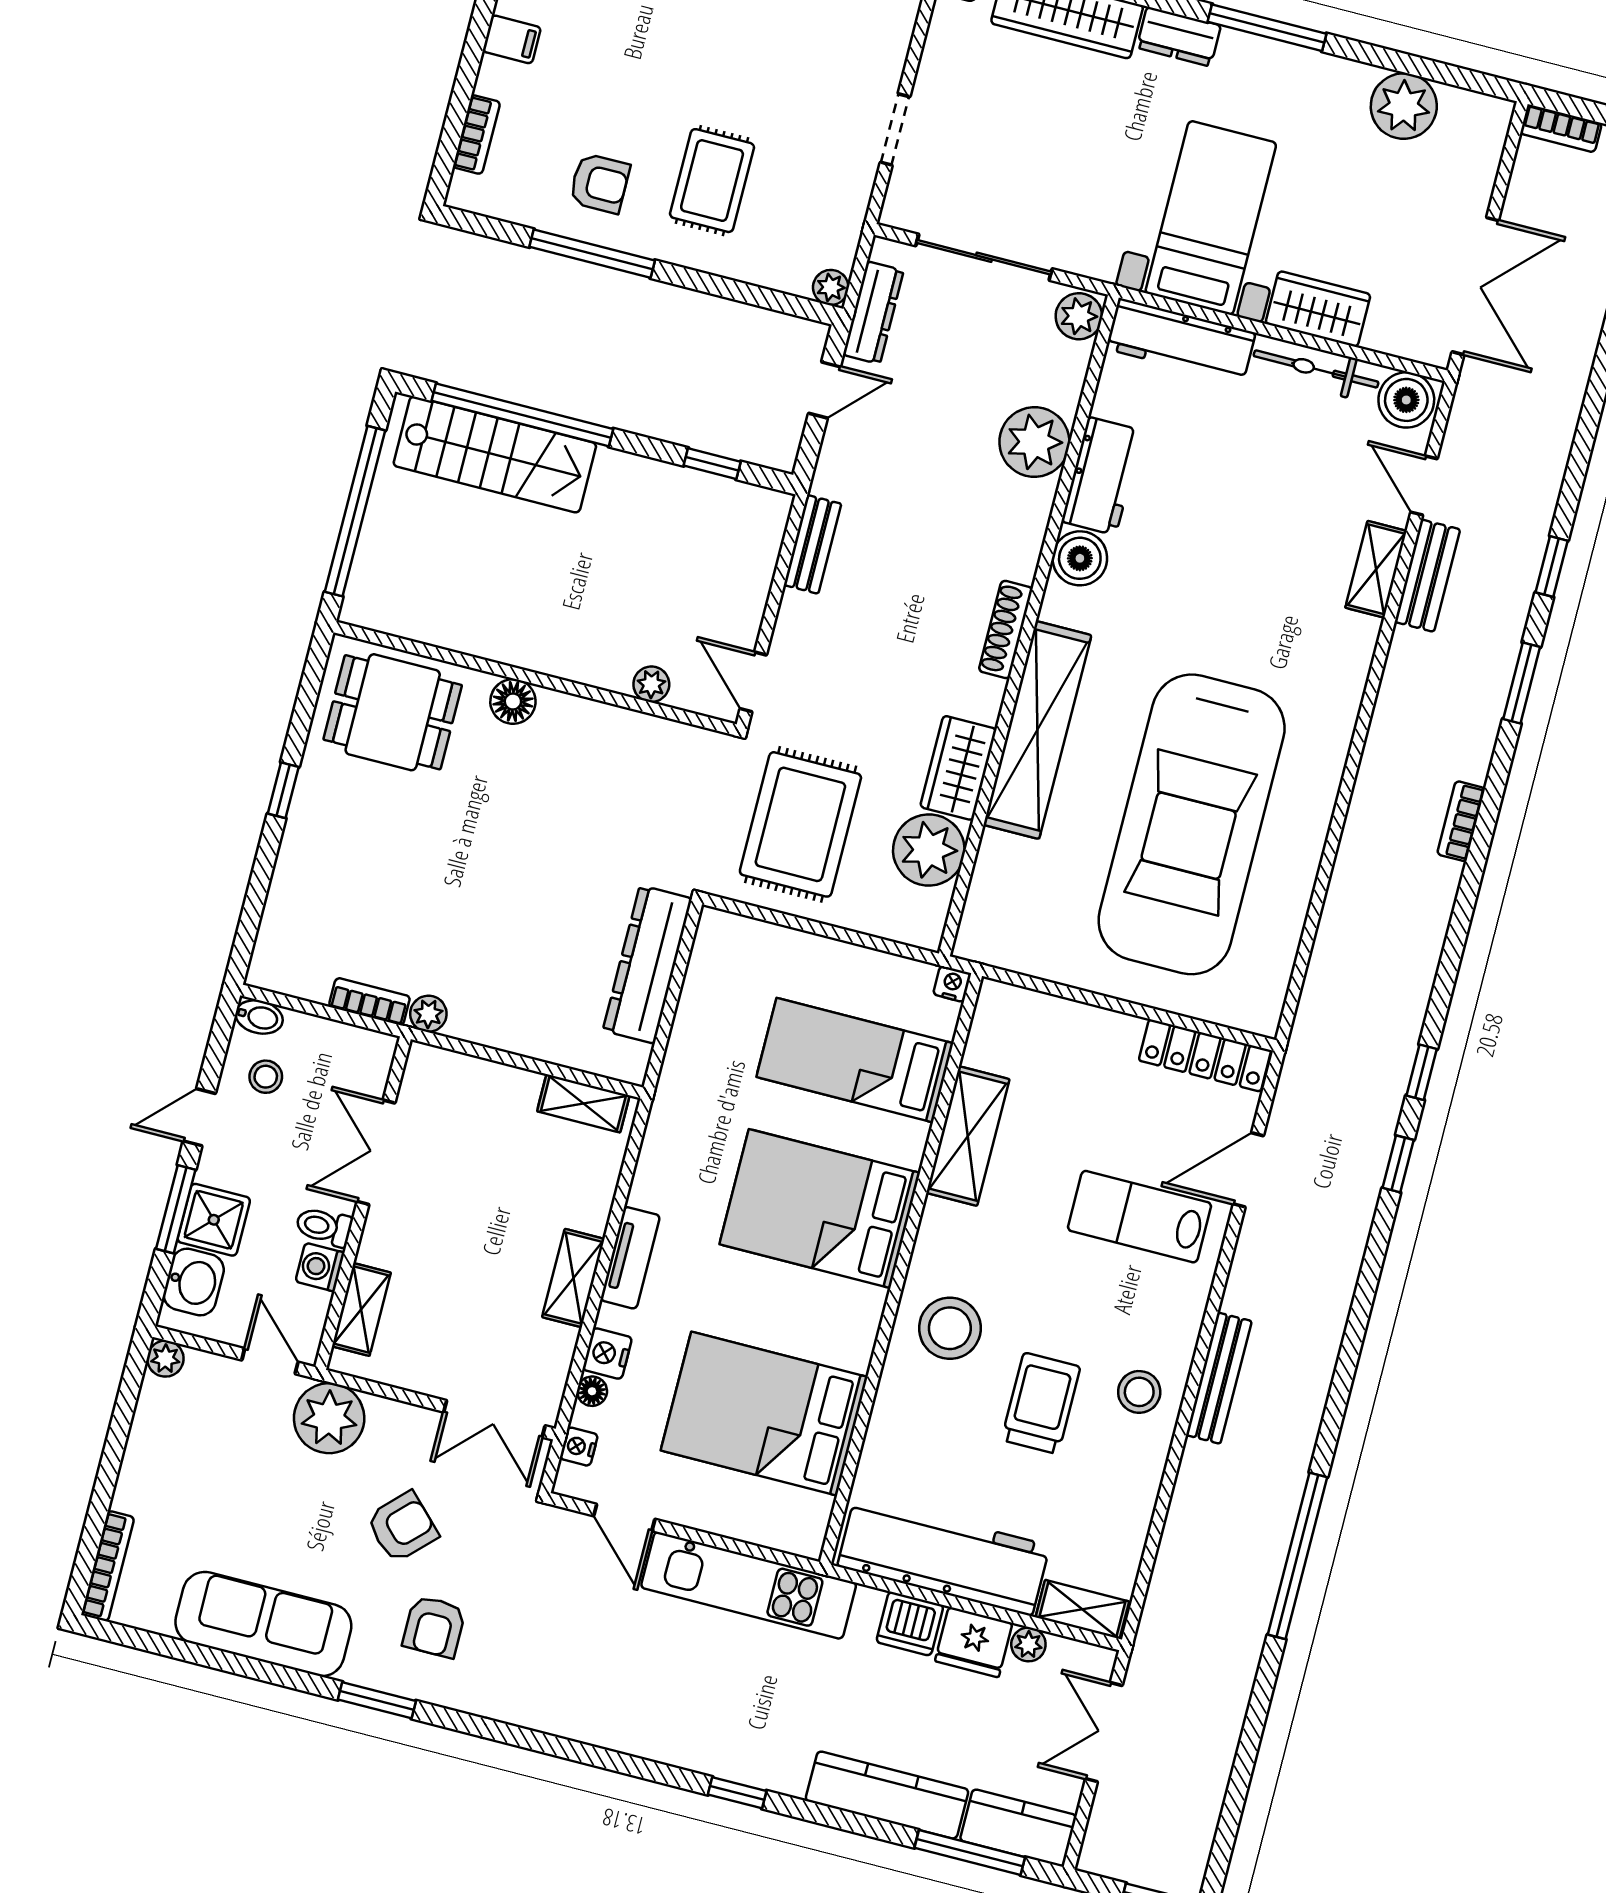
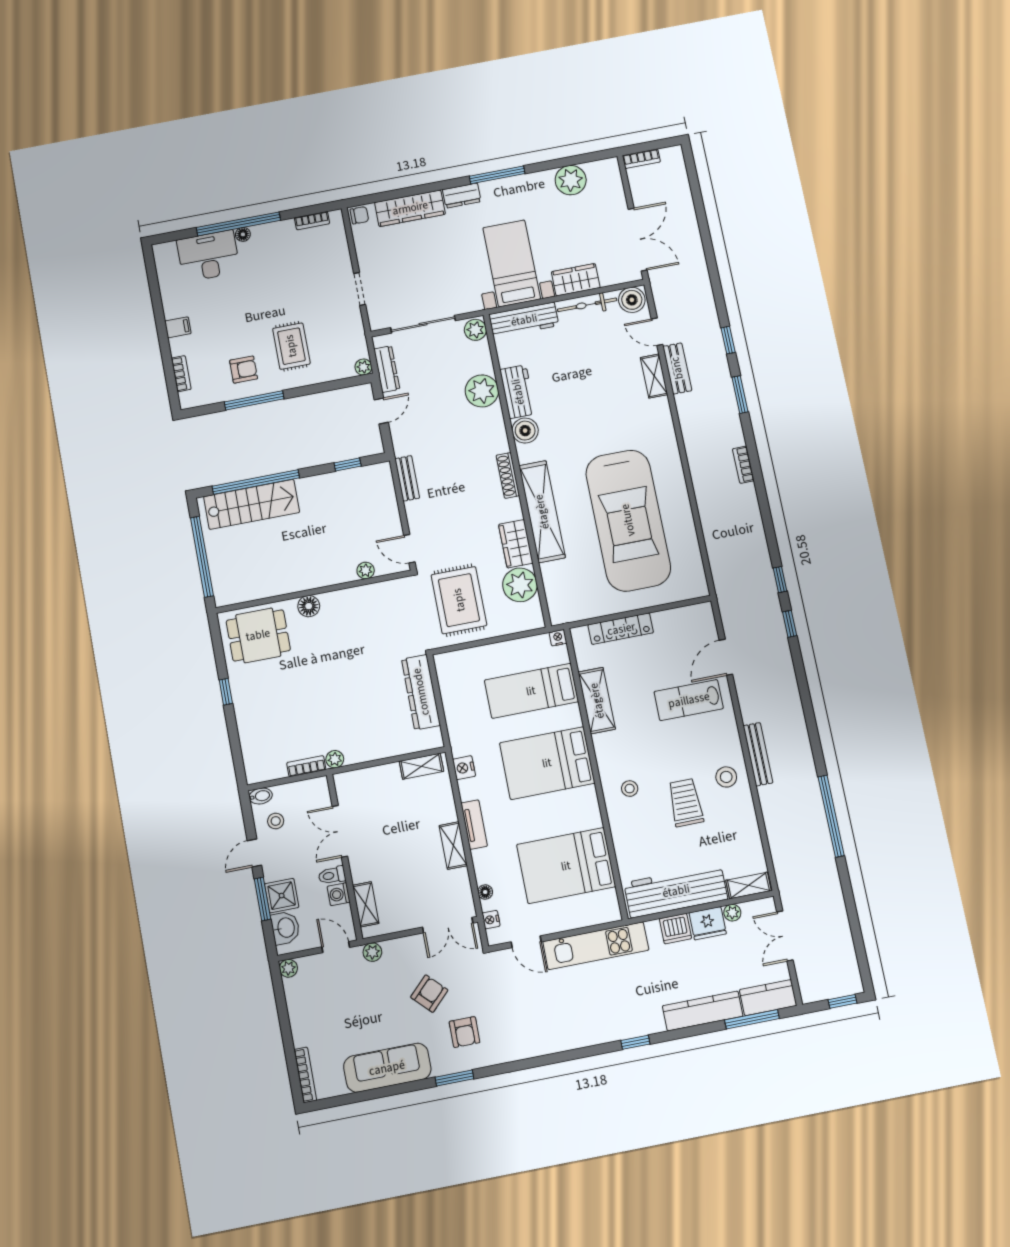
locker: (1205, 1055) -> (621, 629), moved
stool: (950, 1328) -> (630, 789), width x0.53, depth x0.53
nightstand: (607, 1354) -> (464, 768), moved
plant: (329, 1418) -> (372, 952), width x0.53, depth x0.53

